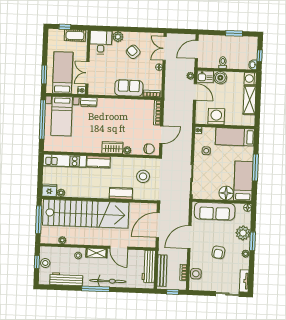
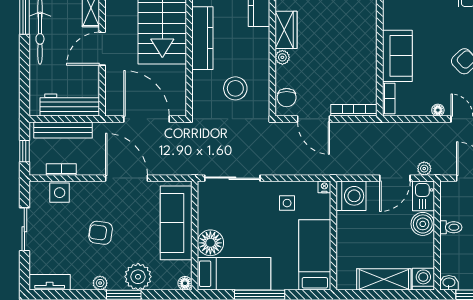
washing machine: (216, 116) -> (351, 196), moved
kitchen counter: (121, 193) -> (202, 38), width x1.50
sliding door: (227, 294) -> (24, 229), moved

